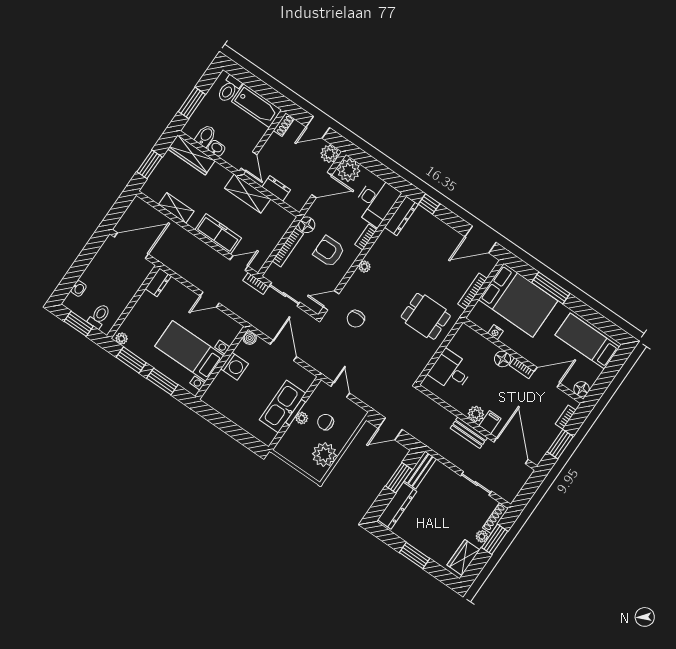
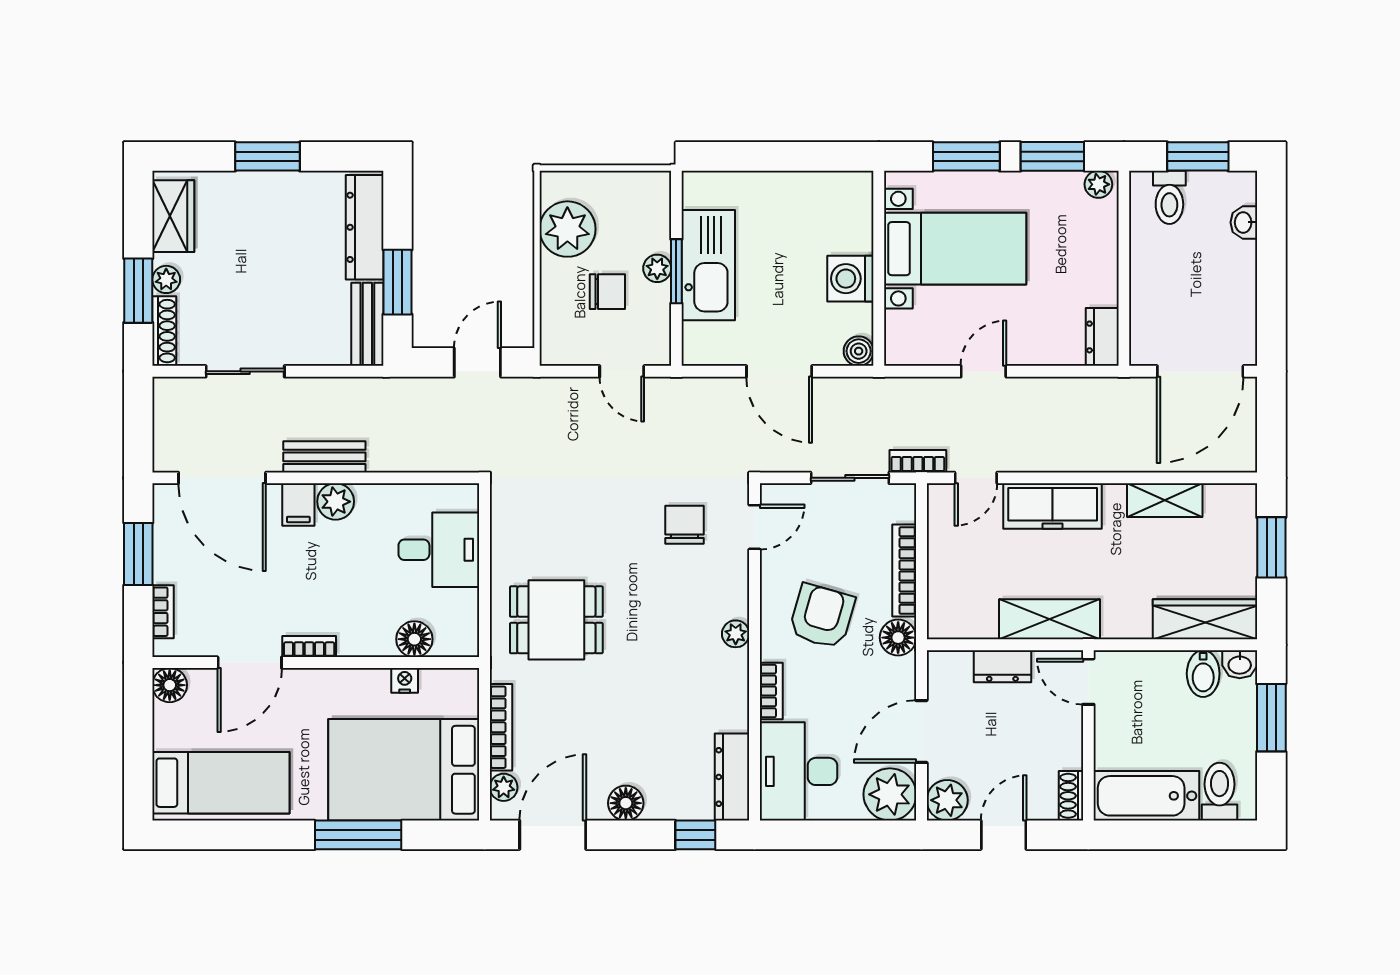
washbasin: (216, 148) -> (1240, 664), moved
floor lamp: (446, 233) -> (626, 803), added
armchair: (329, 251) -> (822, 616), turned -74
plant: (486, 269) -> (504, 787), added
floor lamp: (503, 359) -> (414, 639), moved

